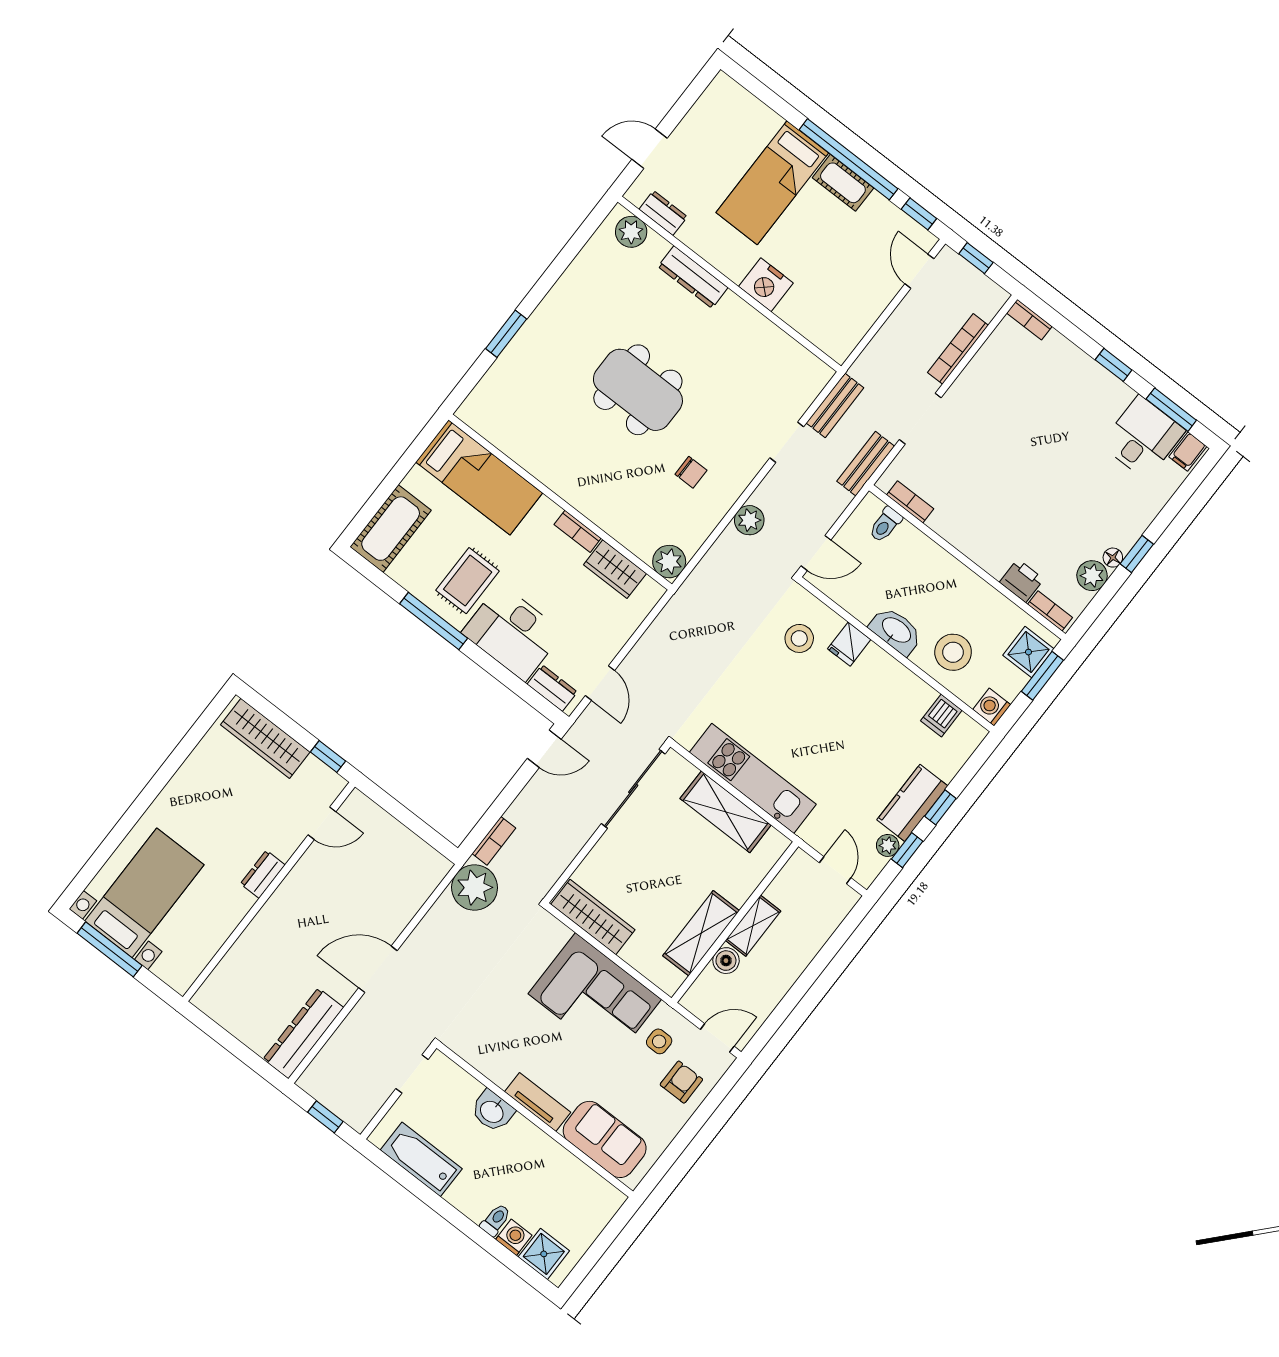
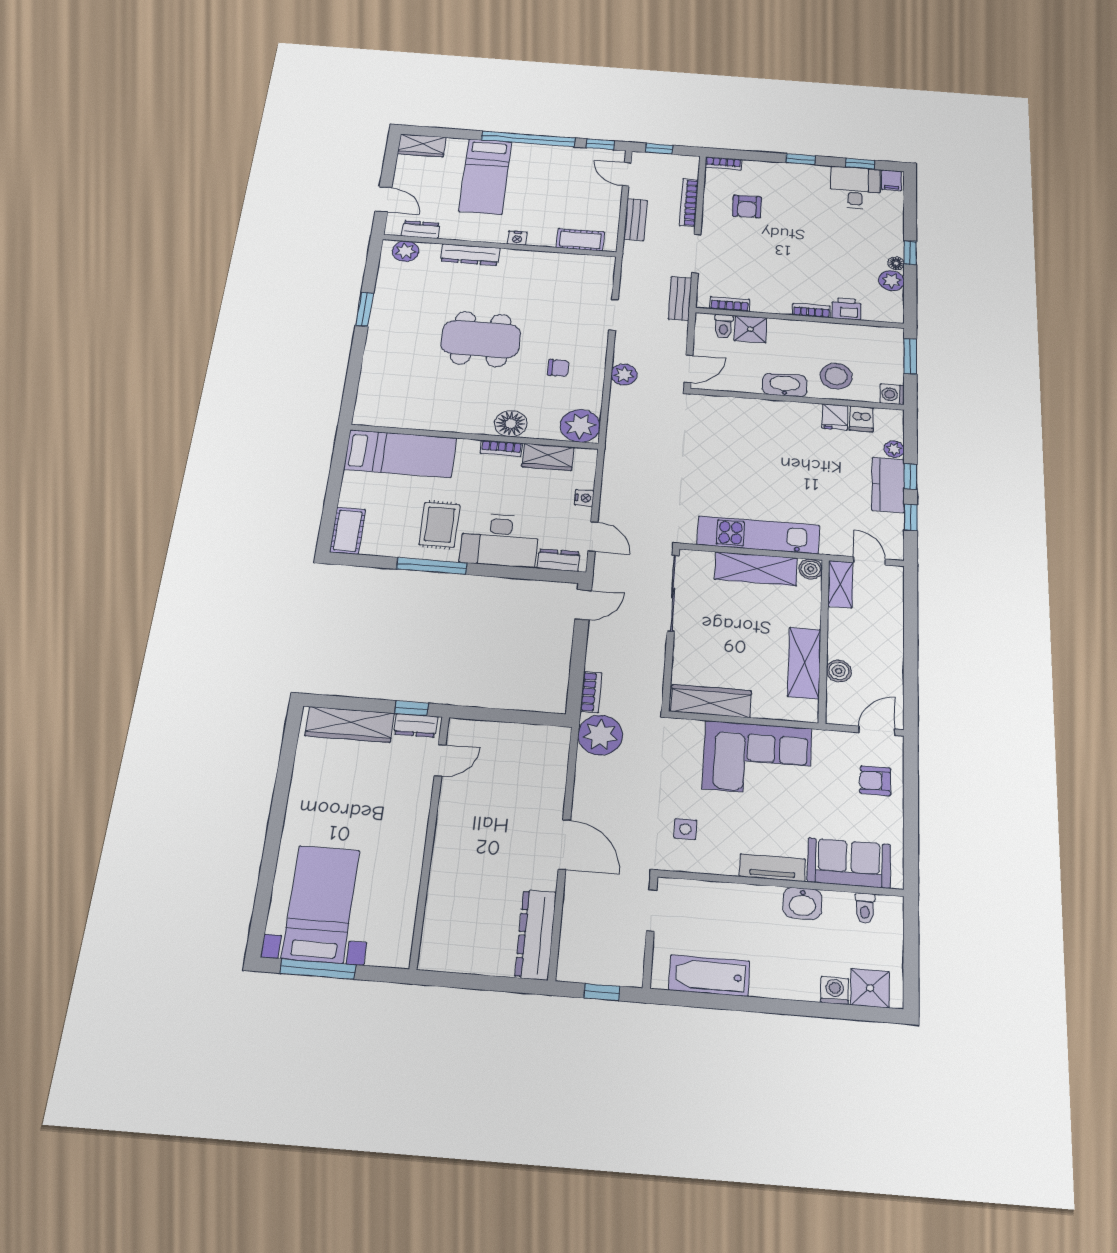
wardrobe: (733, 99) -> (422, 145), added
door: (650, 149) -> (384, 199), swing flipped
cot: (843, 183) -> (580, 240), moved
nightstand: (766, 285) -> (517, 238), width x0.53, depth x0.56
window: (506, 334) -> (365, 309), moved
armchair: (1014, 391) -> (747, 207), added
bench: (835, 405) -> (635, 220), moved
window: (1171, 410) -> (860, 164), width x0.67
floor lamp: (604, 509) -> (511, 424), added
cot: (391, 529) -> (348, 531), width x0.73, depth x0.75
plant: (669, 562) -> (580, 426), width x1.36, depth x1.36
bookcase: (1050, 611) -> (811, 311), moved
nightstand: (619, 636) -> (584, 498), added
stool: (799, 638) -> (719, 427), removed
fridge: (849, 644) -> (835, 417), moved
shower: (1028, 652) -> (750, 329), moved
boiler: (775, 844) -> (811, 569), added
plant: (888, 845) -> (894, 449), moved
dresser: (263, 874) -> (416, 725), moved, turned -90
shelving: (753, 926) -> (840, 584), moved
door: (378, 969) -> (564, 844), swing flipped
side table: (659, 1041) -> (685, 829), moved
armchair: (681, 1082) -> (875, 781), turned -90
washbasin: (492, 1111) -> (803, 903), moved
toilet: (496, 1220) -> (865, 908), moved, turned 180

